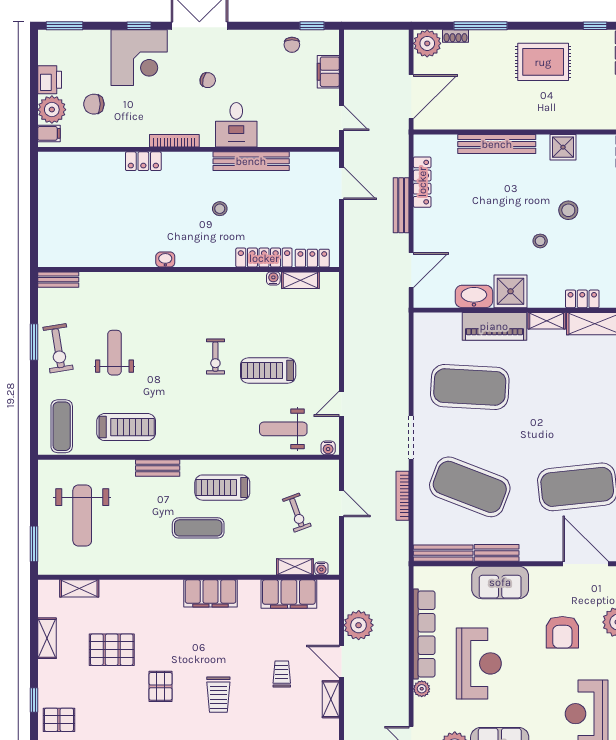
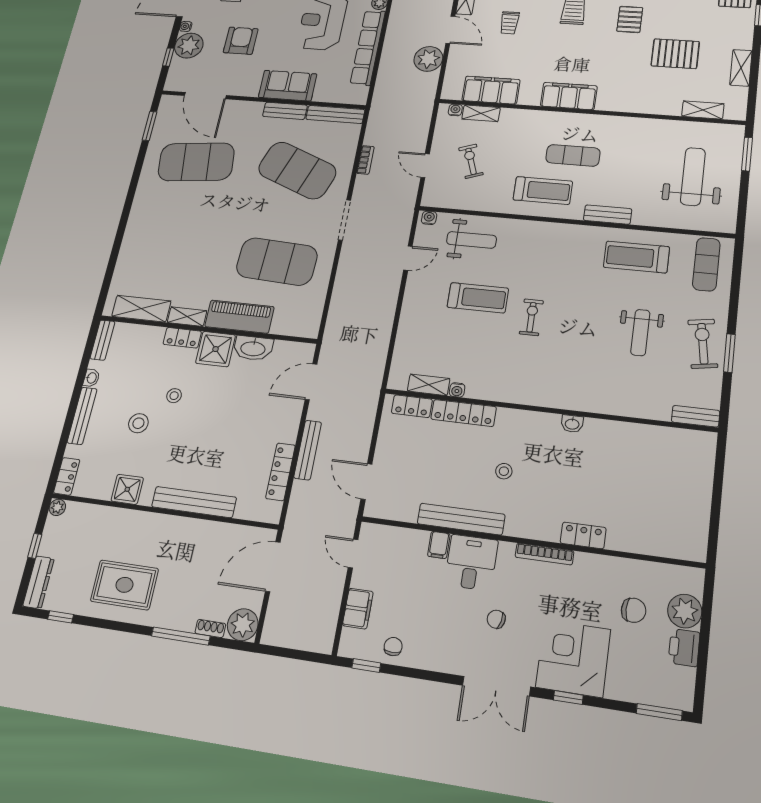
filing cabinet: (49, 133) -> (439, 545), moved, turned -90
locker: (582, 299) -> (182, 338), moved
bookcase: (403, 496) -> (365, 160), width x0.64

